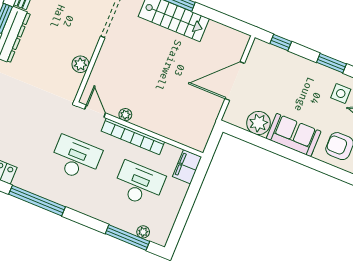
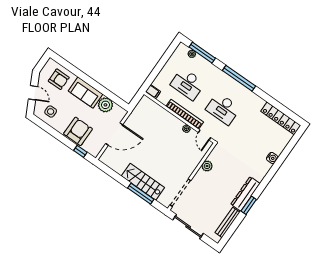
window: (331, 63) -> (52, 132), removed
armchair: (292, 73) -> (78, 131), added
filing cabinet: (187, 167) -> (153, 92), width x0.50
window: (37, 201) -> (239, 78), moved

